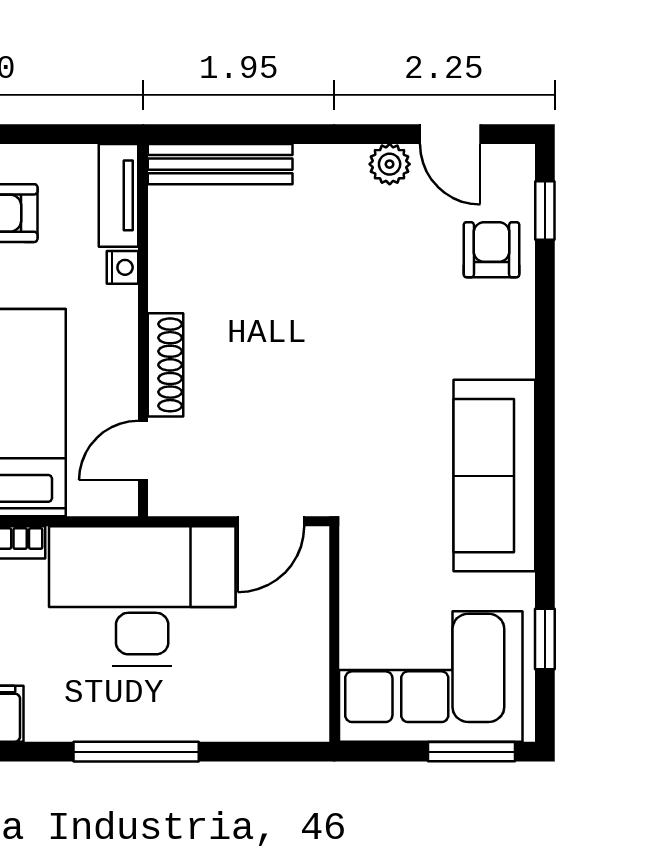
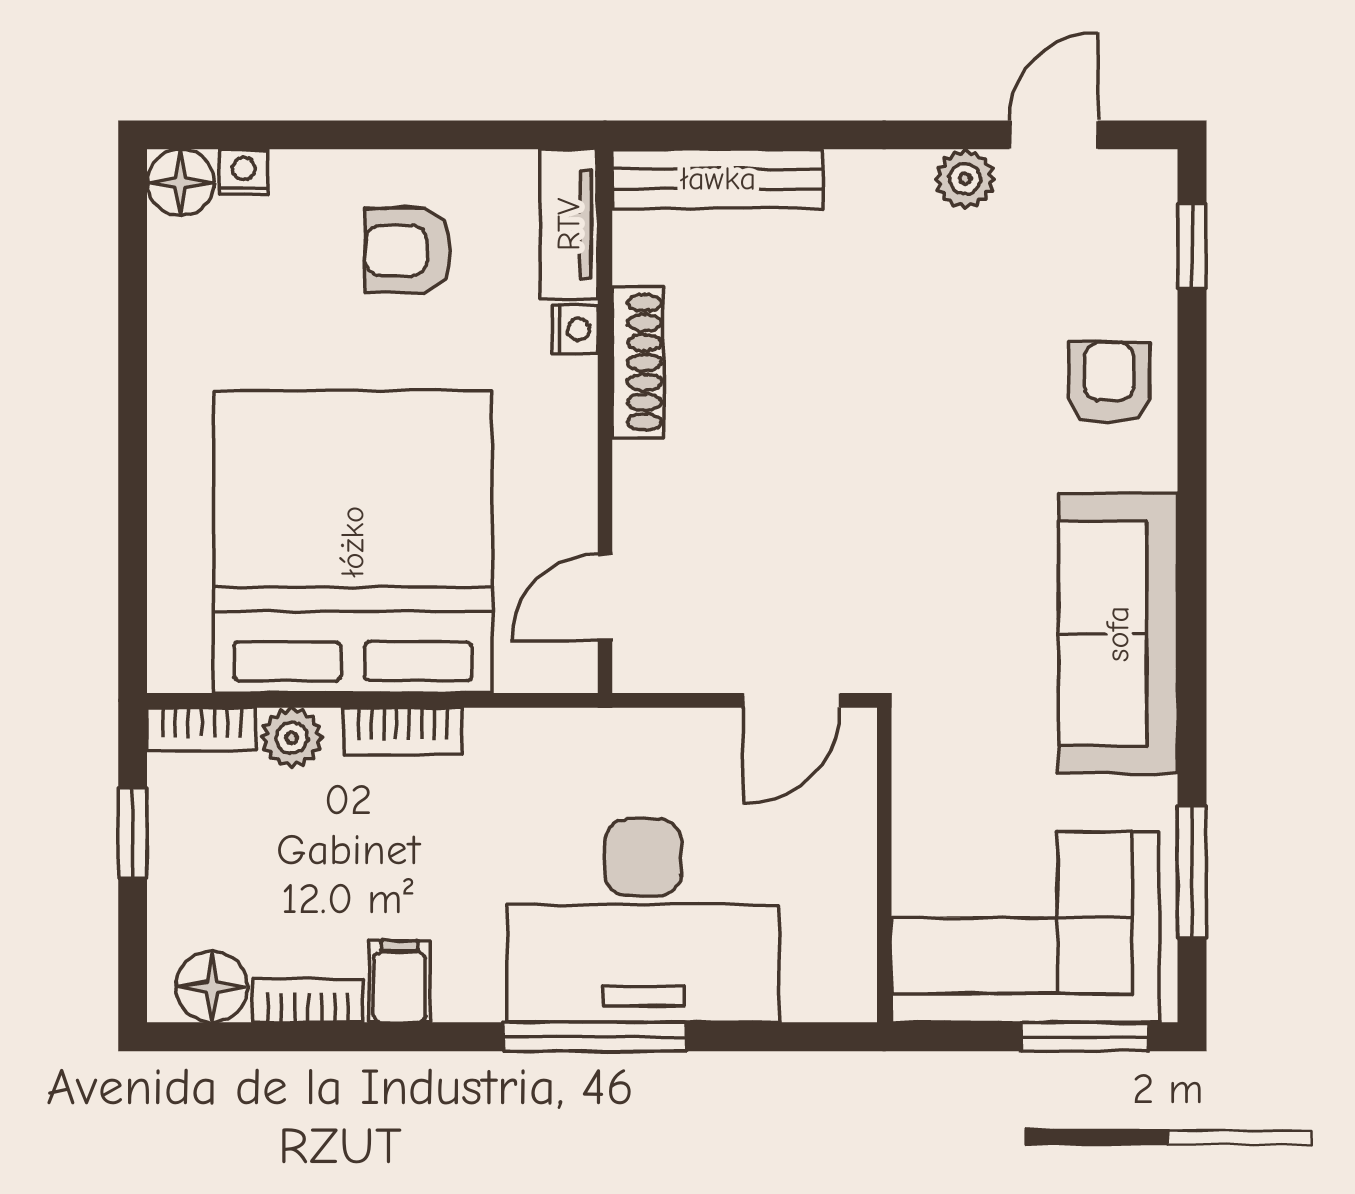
door: (450, 134) -> (1054, 135), swing flipped
armchair: (491, 250) -> (1109, 383), moved
shoe rack: (166, 365) -> (638, 362), moved
desk: (142, 596) -> (643, 921), moved, turned 180
window: (545, 639) -> (1192, 872), width x1.50

